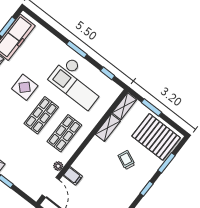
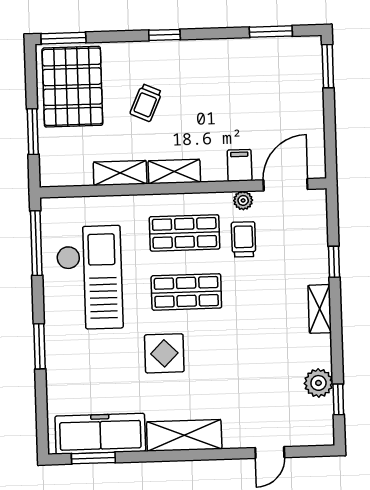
window: (77, 49) -> (39, 346), moved
window: (108, 73) -> (36, 243), width x2.17
shelving: (124, 106) -> (174, 172), moved
trolley: (43, 154) -> (244, 239), added
window: (167, 163) -> (63, 38), moved

